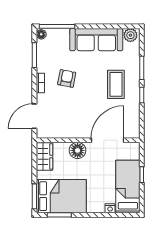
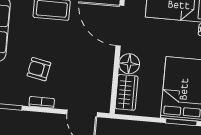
wardrobe: (44, 156) -> (127, 92), moved, turned 90

